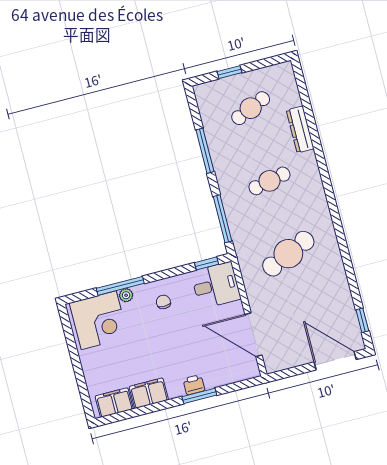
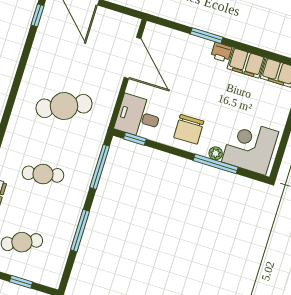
chair: (163, 302) -> (189, 129), width x1.87, depth x1.87
printer: (194, 385) -> (221, 52), moved

